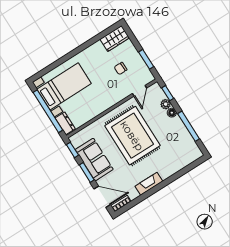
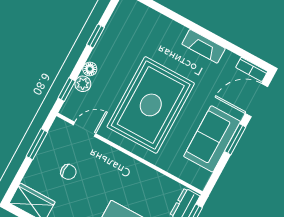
window: (189, 126) -> (96, 36), width x0.46
window: (72, 150) -> (215, 176), removed
door: (102, 197) -> (256, 100), hinge flipped

